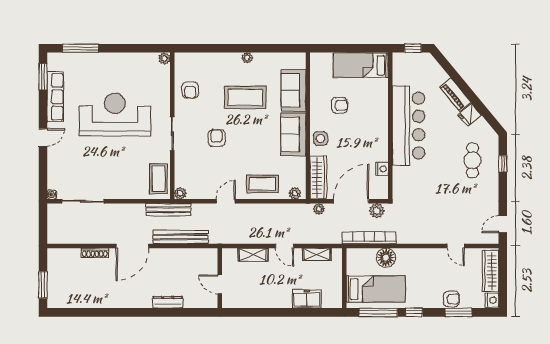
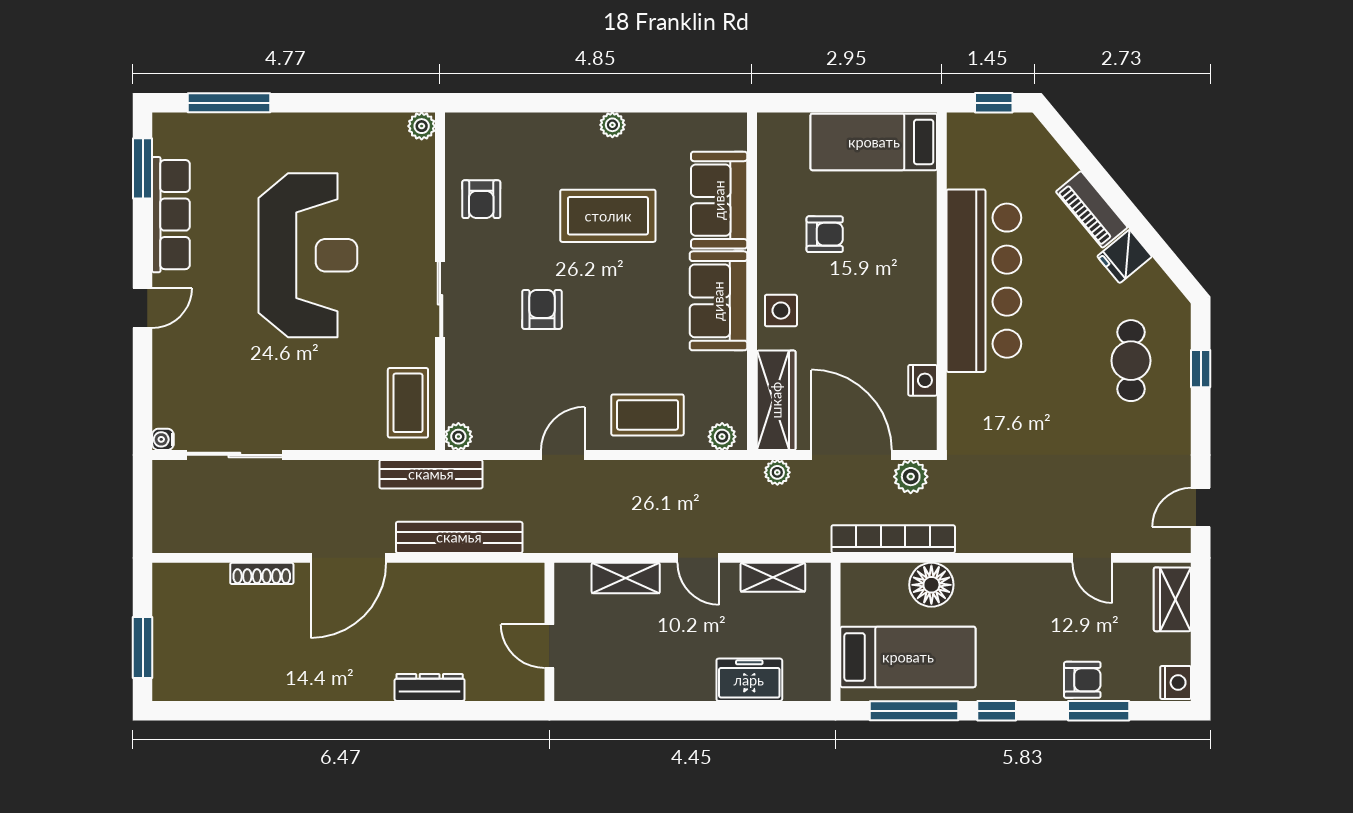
reception desk: (115, 115) -> (308, 255), turned 90
door: (351, 201) -> (852, 455), hinge flipped
wardrobe: (491, 271) -> (1172, 599), width x0.67

